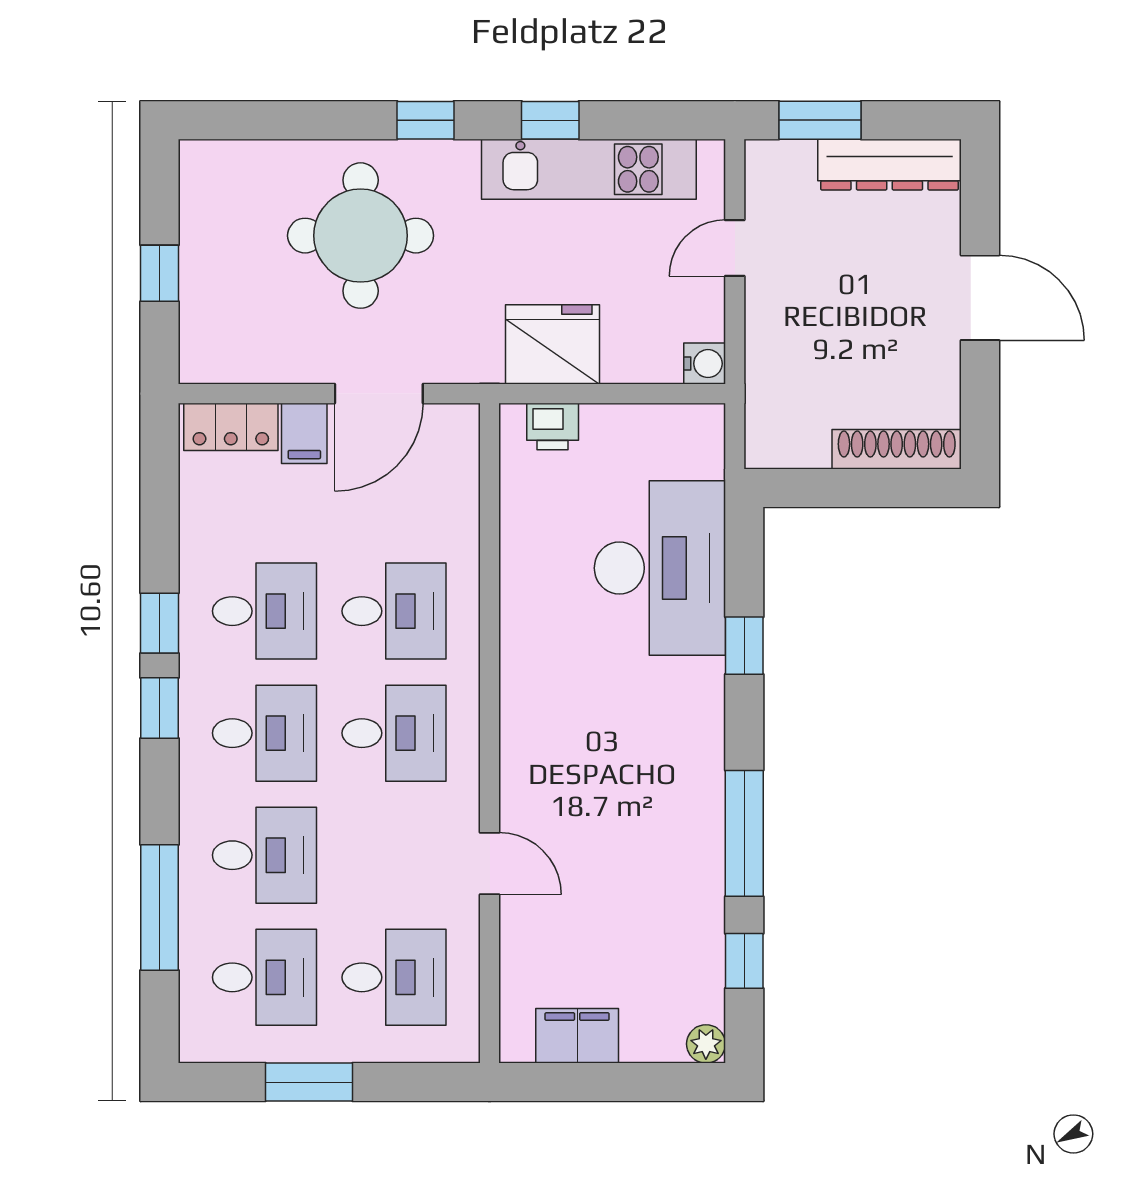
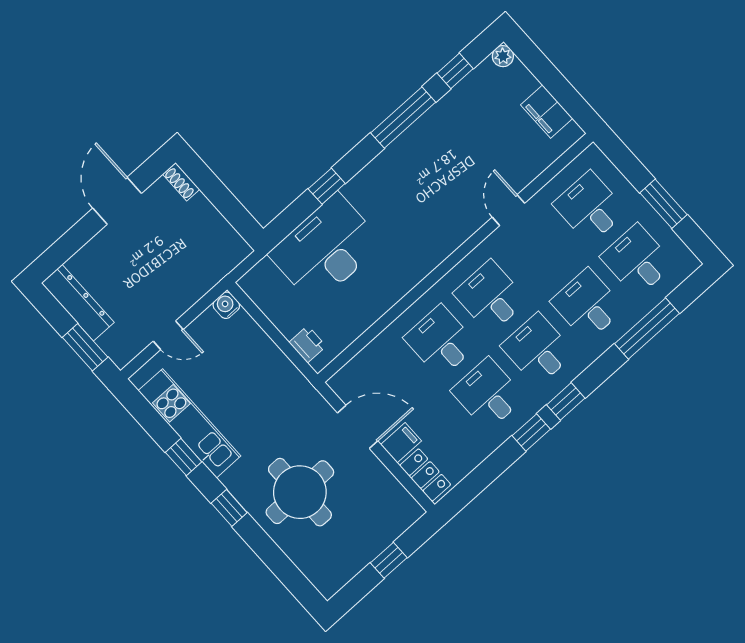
door: (980, 298) -> (117, 201), moved
fridge: (552, 344) -> (274, 374), removed
shoe rack: (897, 449) -> (181, 182), width x0.51, depth x0.81

